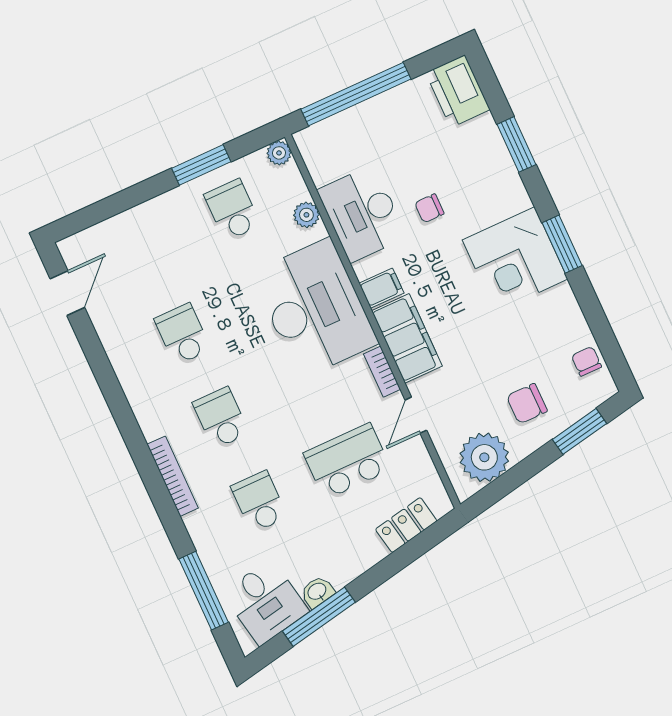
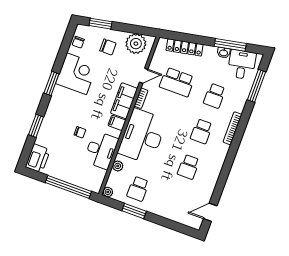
corner desk: (515, 260) -> (77, 74), moved
locker: (406, 525) -> (185, 47), width x1.53

